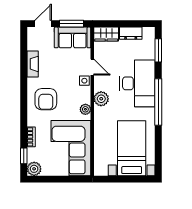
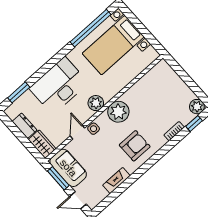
window: (158, 102) -> (91, 28), moved
plant: (85, 109) -> (118, 112), width x1.88, depth x1.88
corner sofa: (71, 148) -> (155, 92), removed

